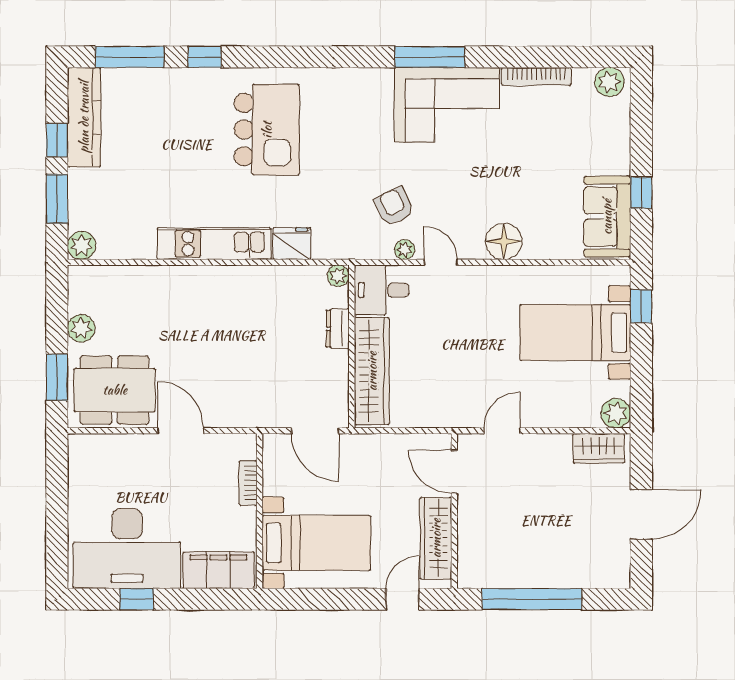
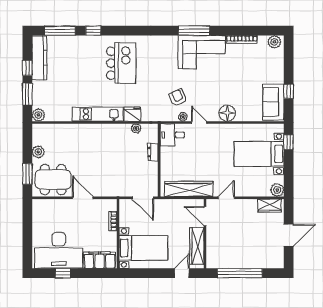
plant: (338, 276) -> (136, 128), moved
wardrobe: (372, 371) -> (189, 189), moved, turned -90

